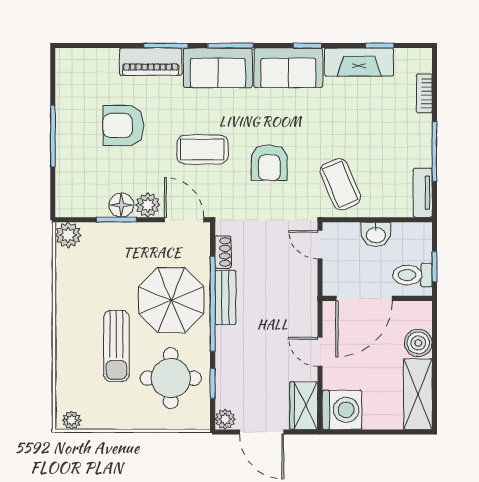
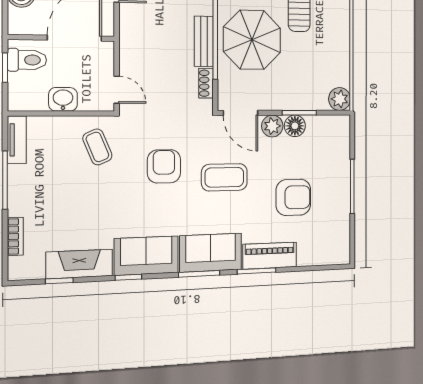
coffee table: (340, 184) -> (97, 147), width x0.73, depth x0.77

